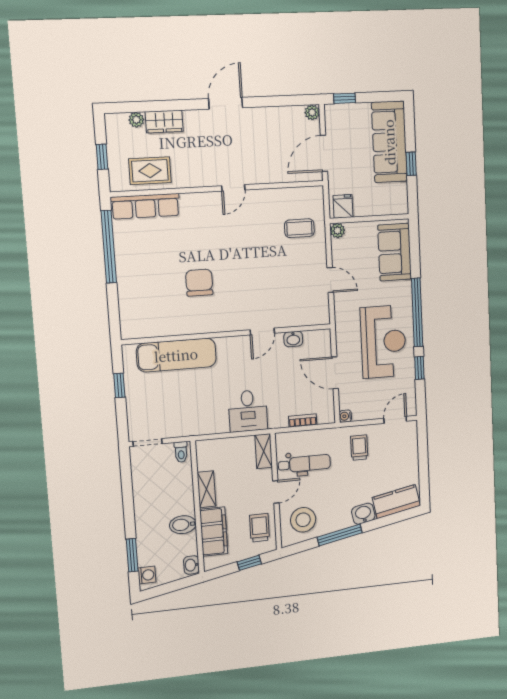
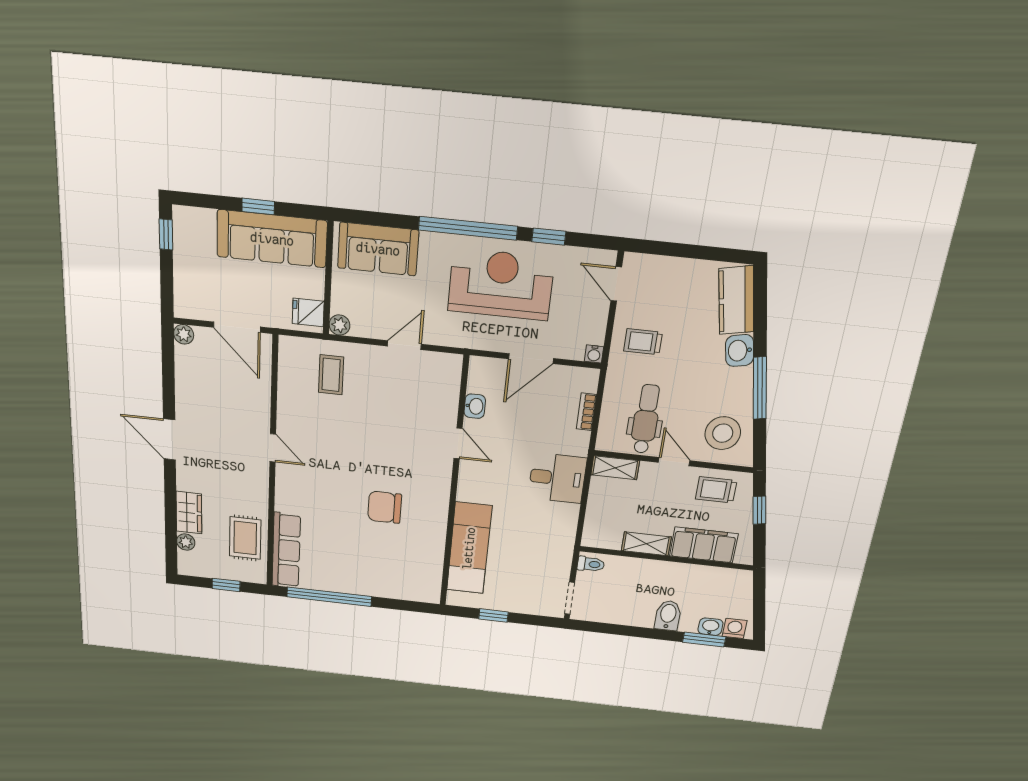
window: (345, 98) -> (166, 234), moved
sofa: (389, 142) -> (272, 239), moved
bidet: (183, 525) -> (668, 615), moved, turned 180
washbasin: (191, 565) -> (710, 627), moved, turned 180

